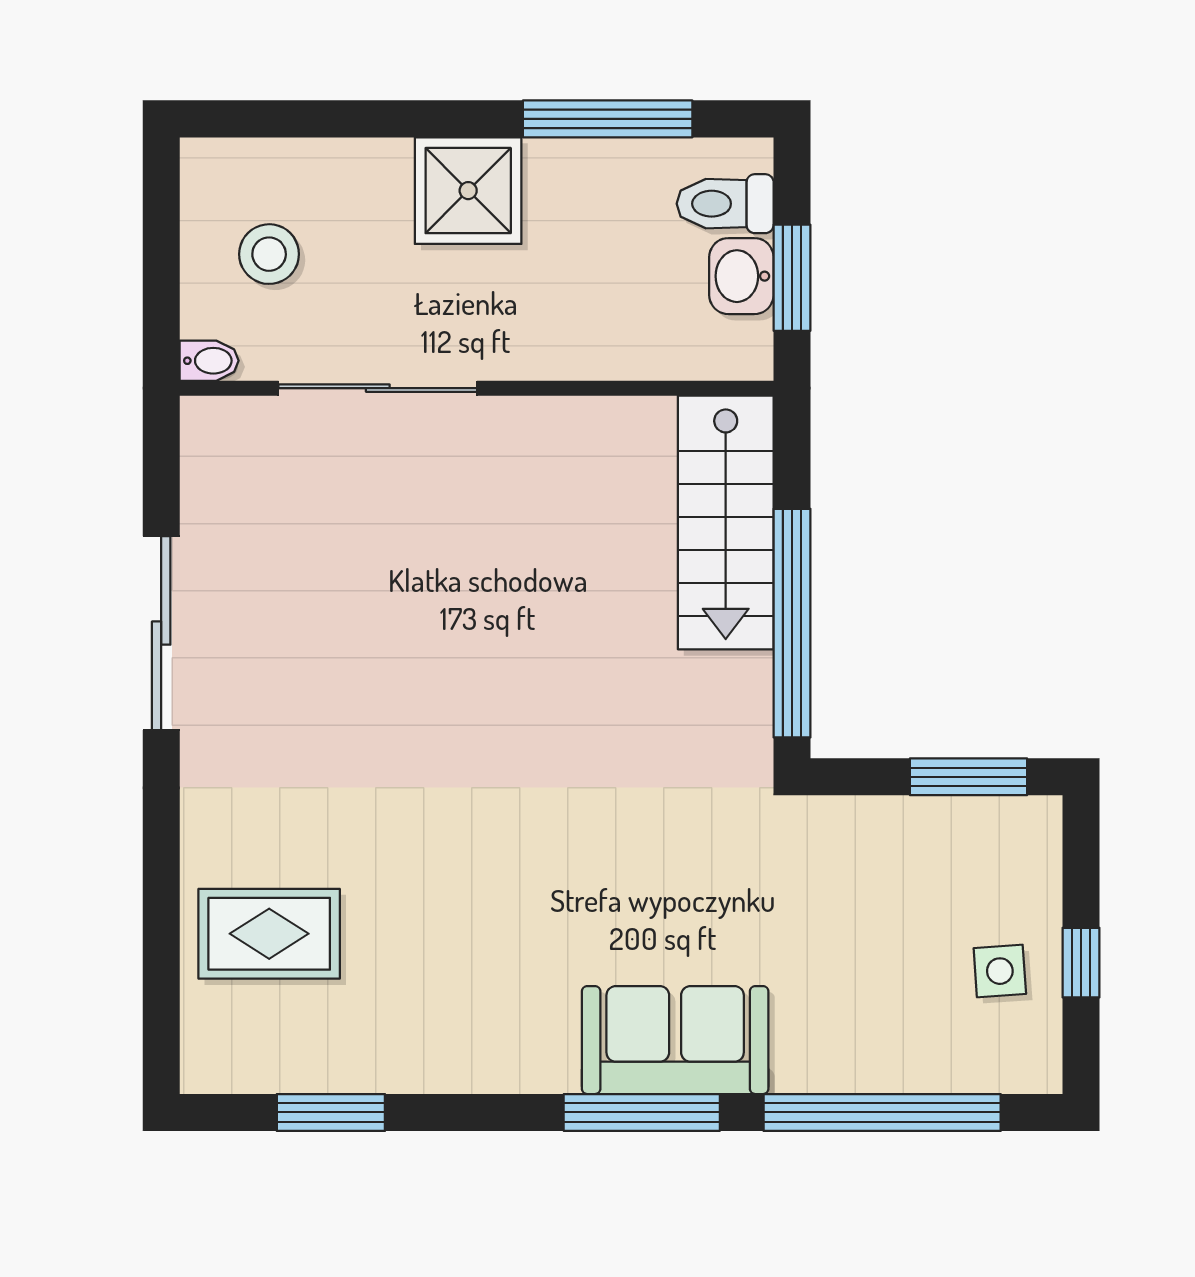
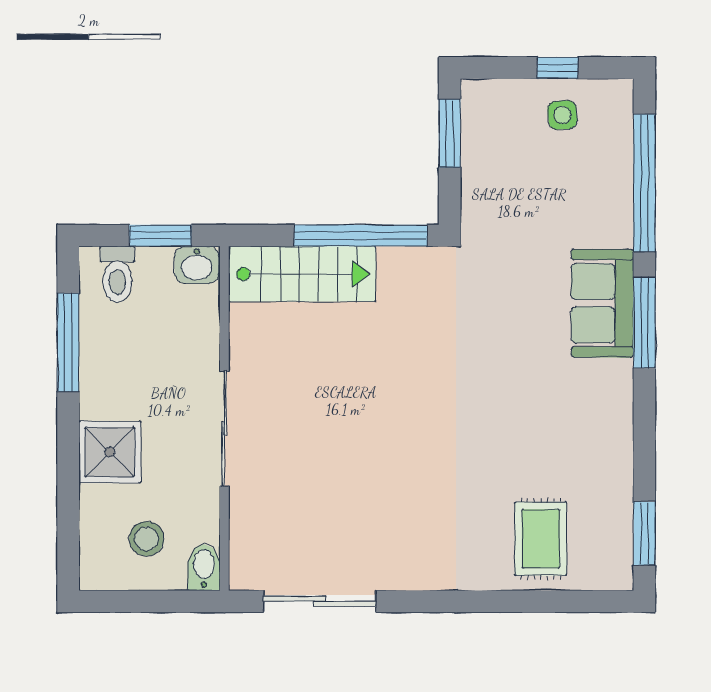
shower: (468, 191) -> (110, 452), moved
washbasin: (741, 276) -> (197, 265), moved
bidet: (209, 361) -> (204, 567), width x1.38, depth x1.36
sliding door: (378, 388) -> (224, 429), moved
sliding door: (161, 633) -> (320, 601), moved
window: (331, 1112) -> (644, 534), moved

